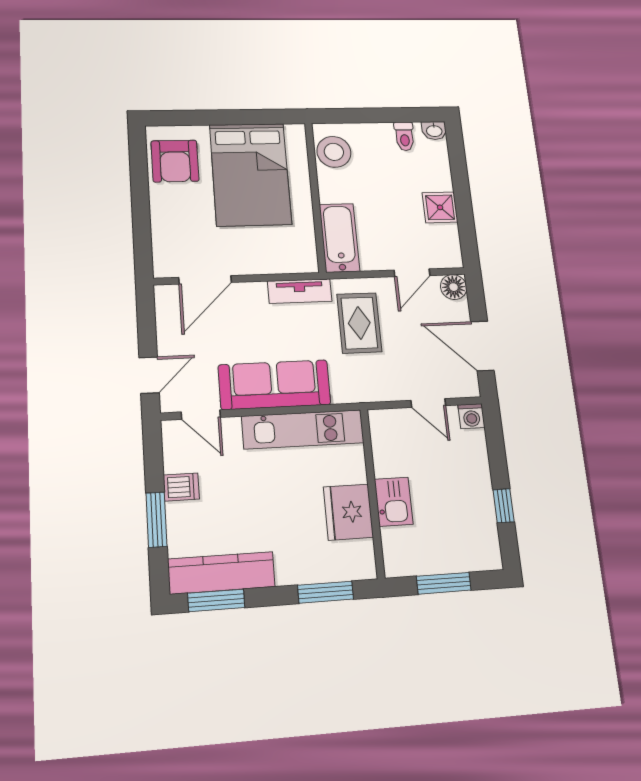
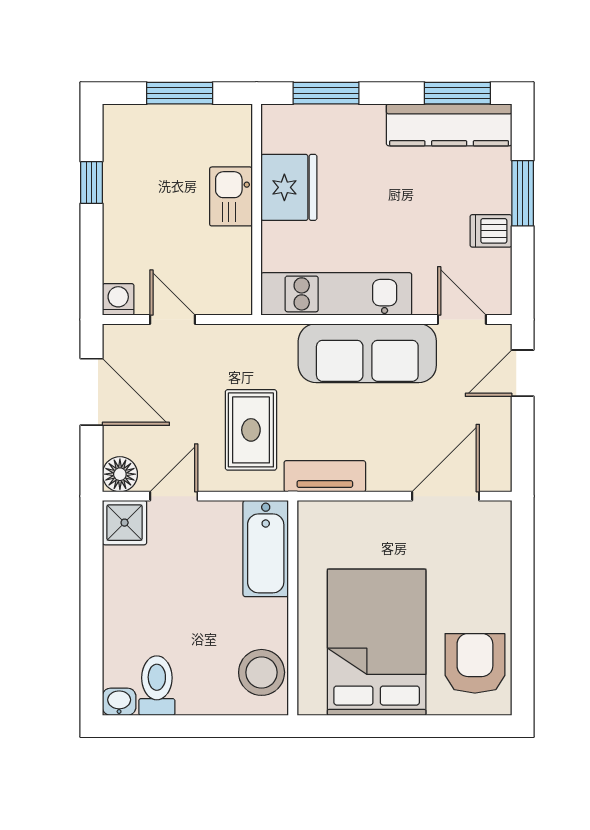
toilet: (404, 136) -> (157, 686), width x1.37, depth x1.39
shower: (440, 207) -> (125, 523), moved

